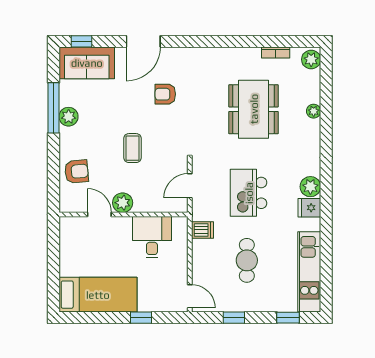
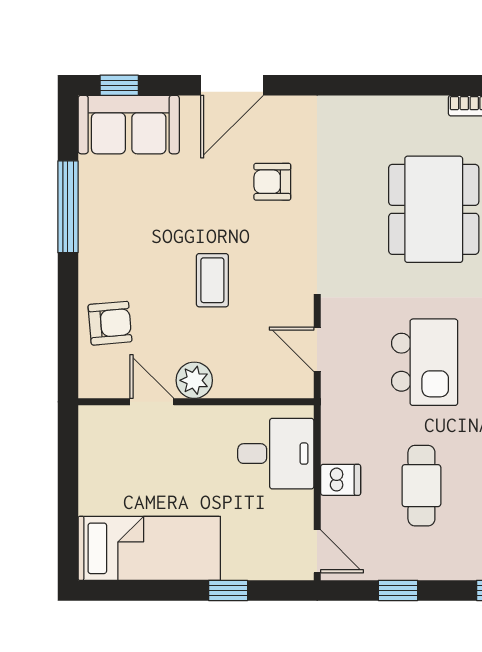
plant: (69, 117) -> (95, 223), removed
door: (190, 186) -> (317, 349), hinge flipped
kitchen island: (249, 193) -> (425, 362), turned 180
dishwasher: (203, 230) -> (341, 480), moved
desk: (152, 237) -> (276, 454), moved, turned 90

